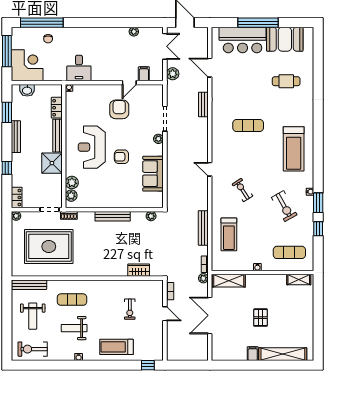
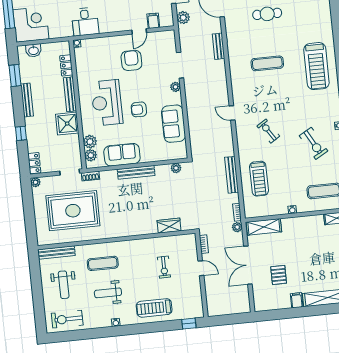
cafe table: (286, 81) -> (267, 14), moved
treadmill: (294, 149) -> (316, 66), moved
sofa: (101, 198) -> (122, 155), added
pallet: (261, 318) -> (279, 275), moved

